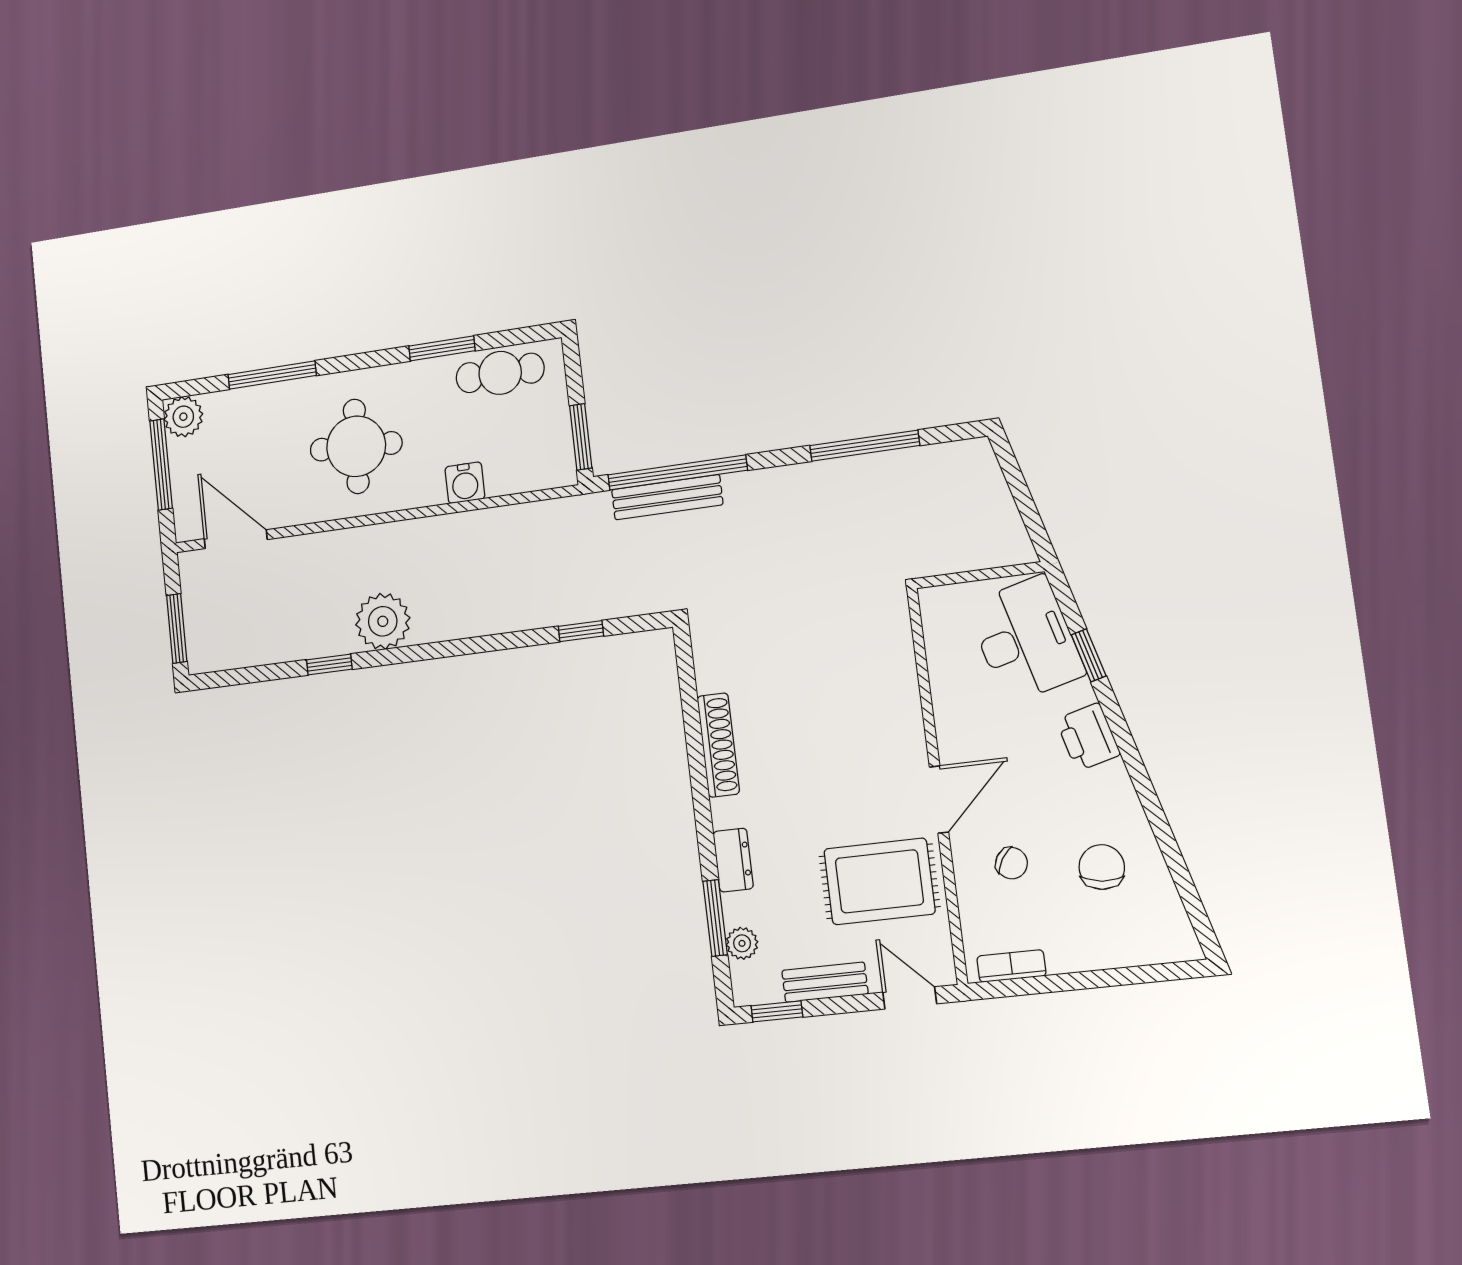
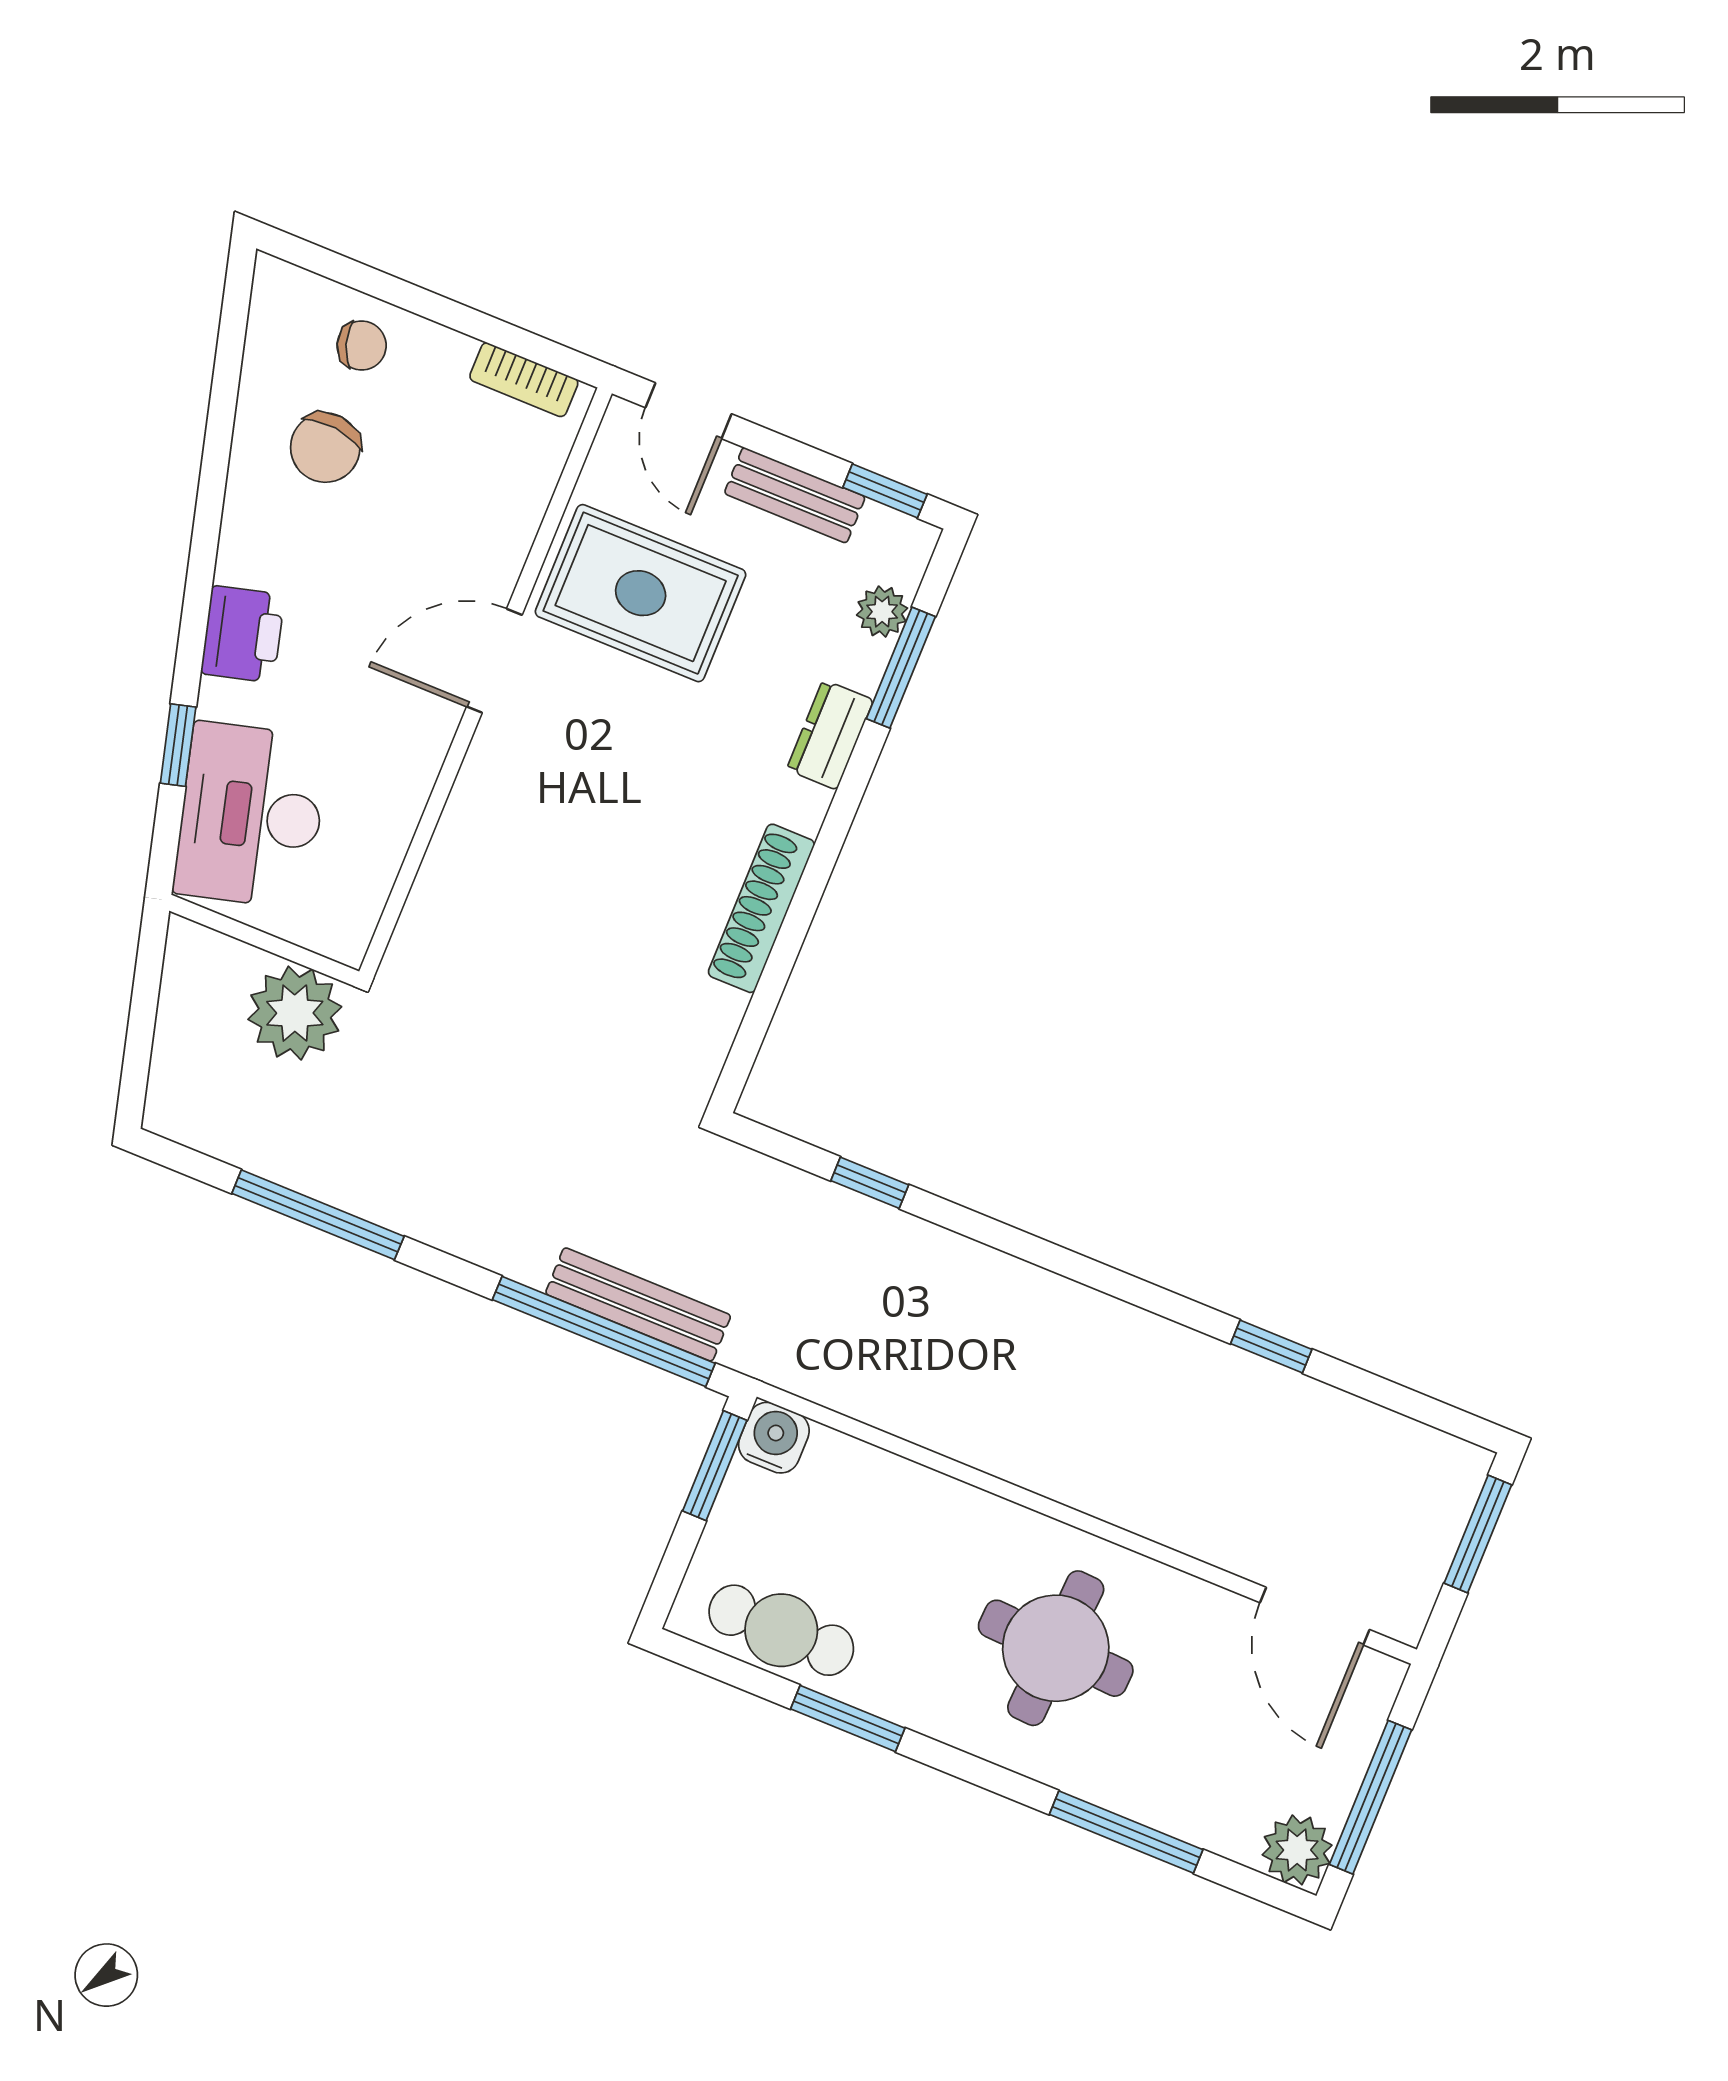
water cooler: (465, 483) -> (774, 1438), moved
plant: (383, 621) -> (295, 1013), moved
chair: (1012, 863) -> (362, 346), moved, turned 130

